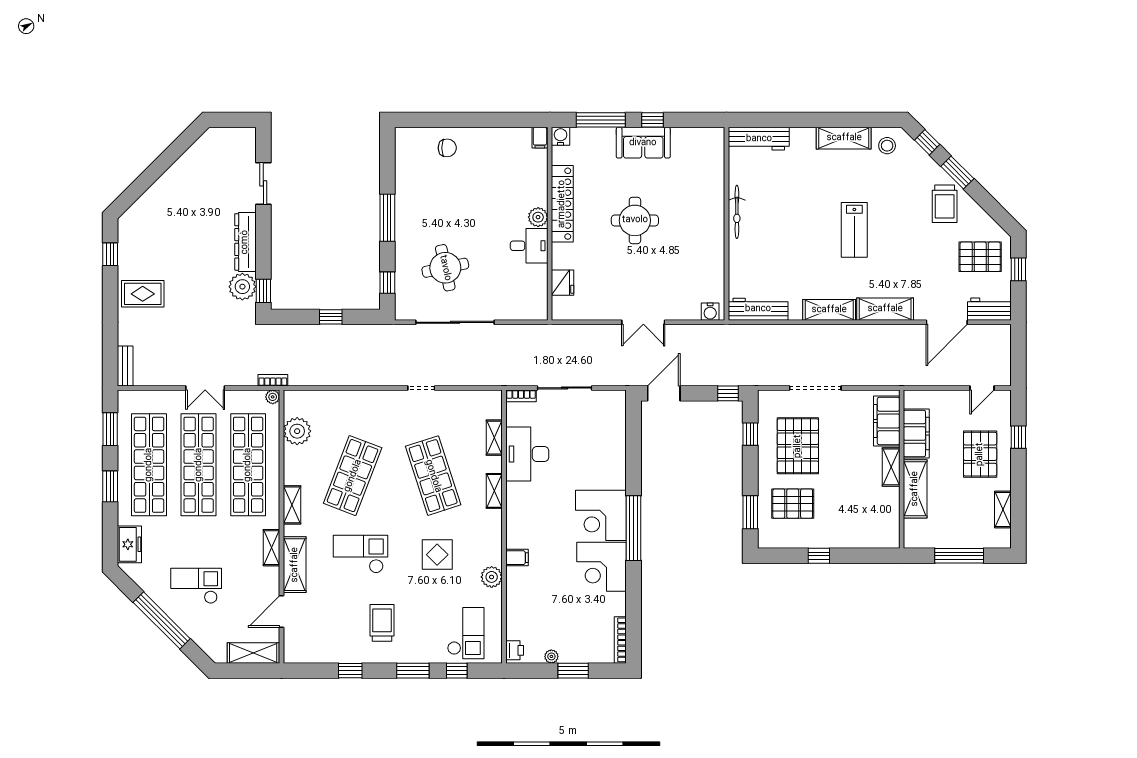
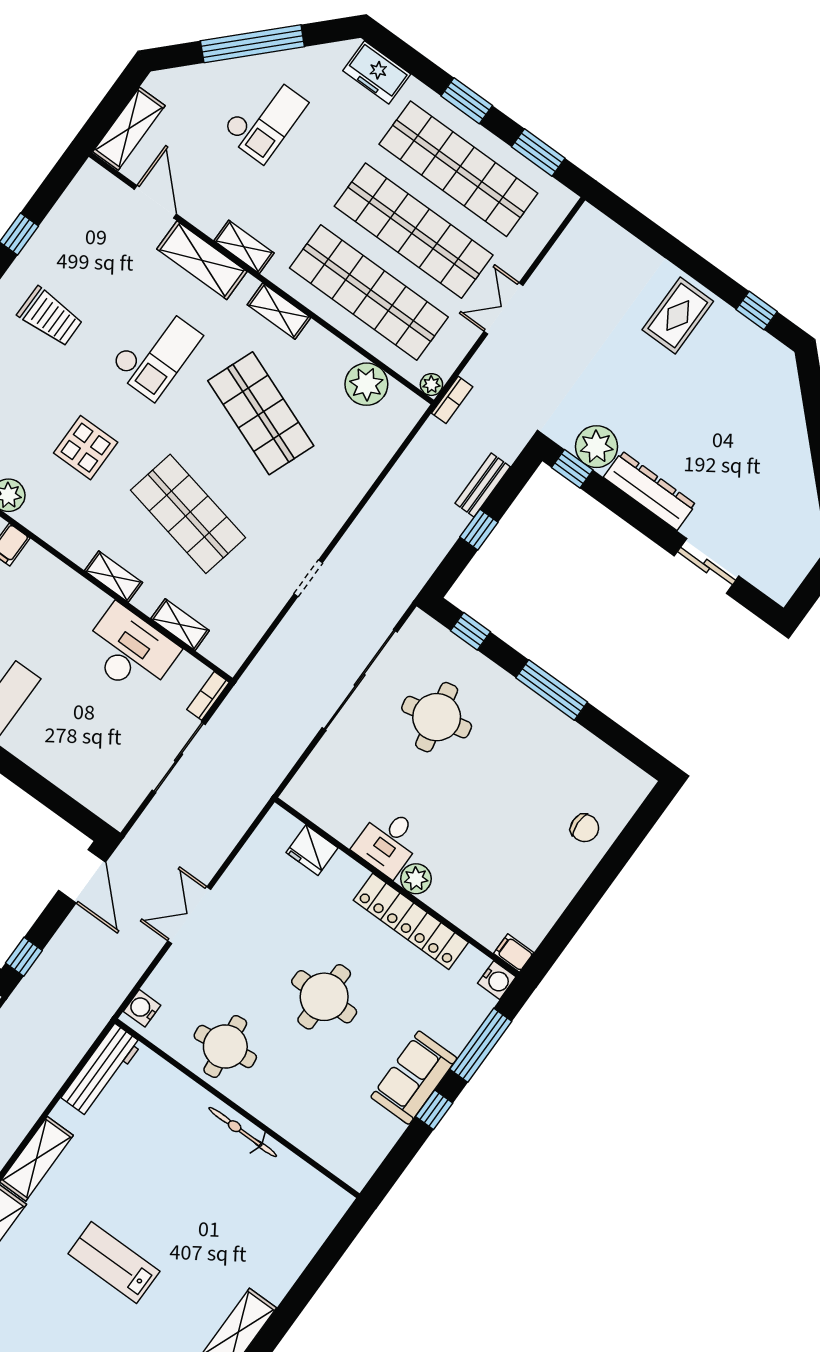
workbench: (759, 139) -> (314, 1226), removed
chair: (447, 148) -> (585, 828), turned -92
round table: (699, 254) -> (225, 1046), added
bench: (125, 366) -> (483, 485), moved, turned 90
shop shelf: (433, 476) -> (188, 514), turned 30

